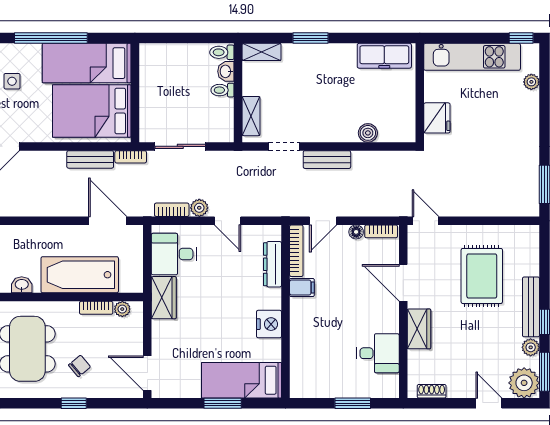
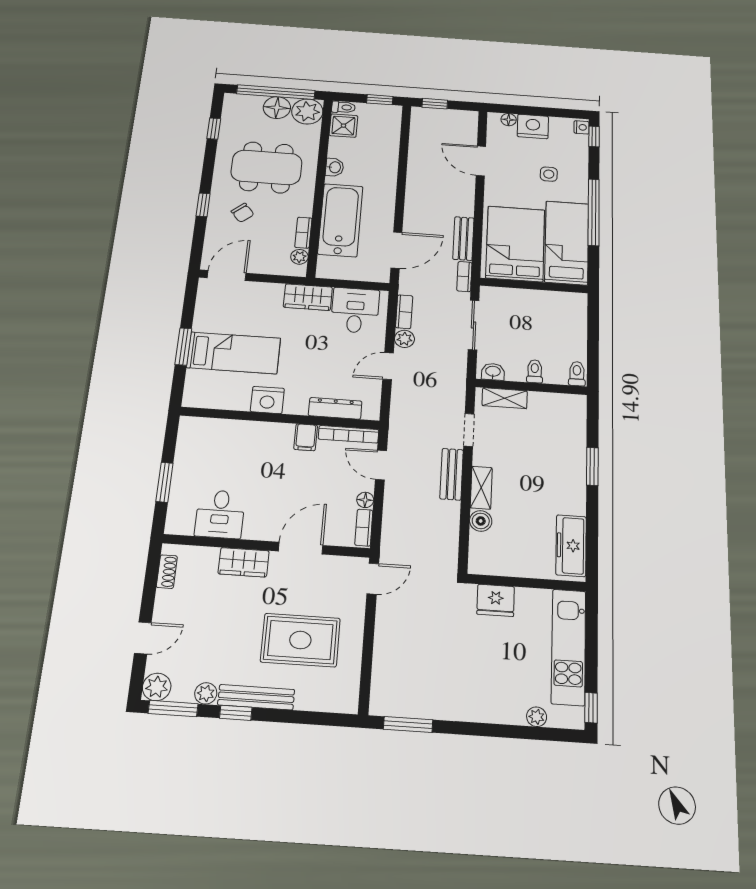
shelving: (262, 52) -> (481, 488), moved
washbasin: (226, 71) -> (493, 372), moved
bed: (242, 380) -> (234, 353), moved, turned 90
plant: (524, 383) -> (157, 687), width x0.73, depth x0.73

